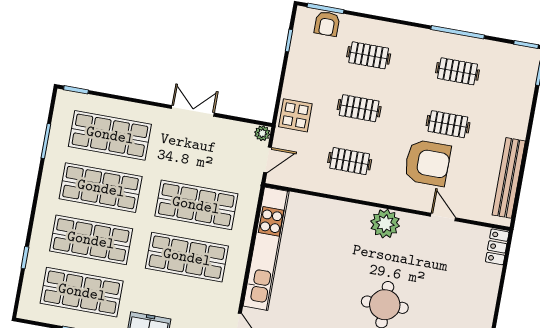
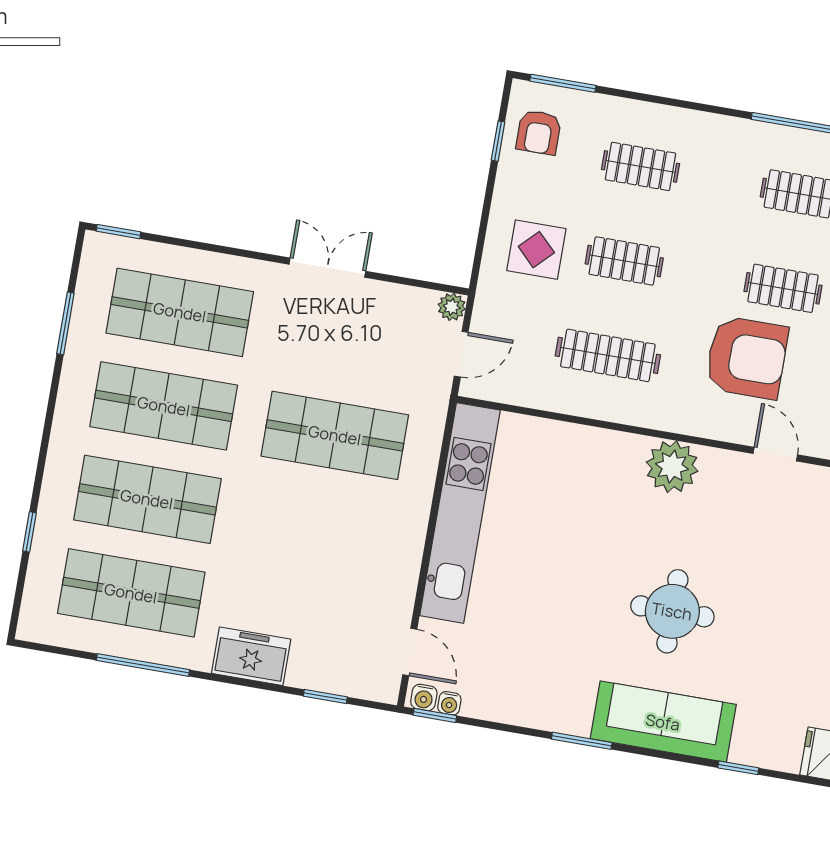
armchair: (327, 24) -> (539, 132), moved
display table: (295, 115) -> (536, 250), moved
clothes rail: (350, 161) -> (608, 355), width x1.36
shop shelf: (187, 257) -> (319, 529), removed

